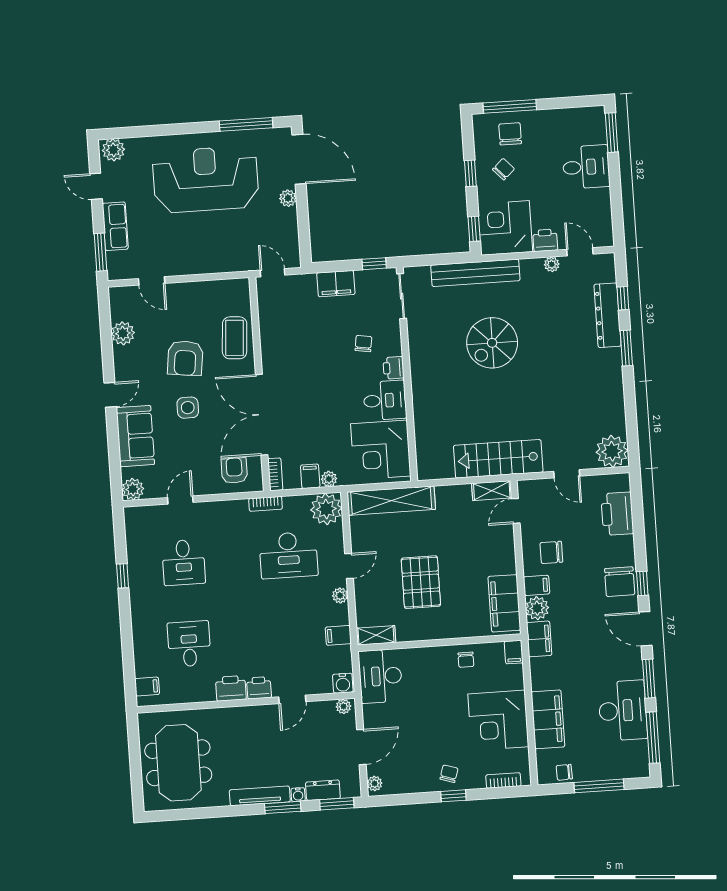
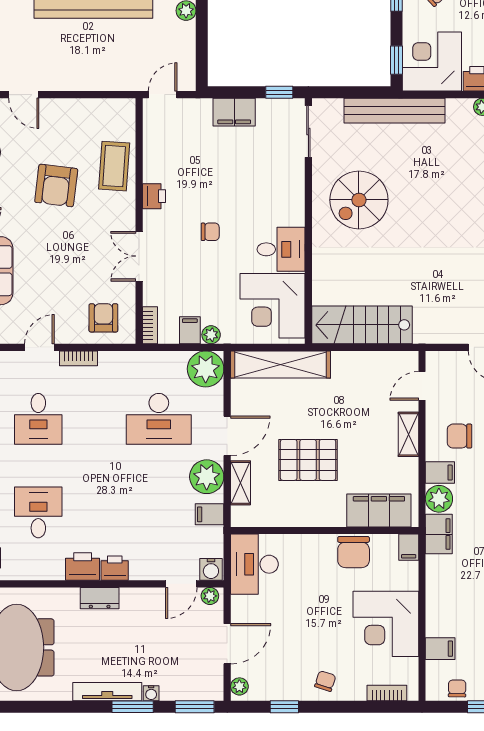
door: (273, 273) -> (163, 95), hinge flipped
chair: (363, 343) -> (210, 232), moved, turned 81
spiral stairs: (492, 343) -> (359, 200), moved
printer: (394, 368) -> (154, 196), moved, turned 180
side table: (188, 408) -> (55, 242), removed
double door: (262, 415) -> (139, 256), width x0.54
stairs: (498, 459) -> (362, 325), moved
shelving: (492, 491) -> (408, 434), moved, turned 90
bookcase: (266, 504) -> (78, 358), moved
door: (349, 566) -> (227, 436), width x1.38
pallet: (421, 582) -> (308, 460), turned 90
plant: (340, 595) -> (207, 477), width x1.88, depth x1.88
filing cabinet: (504, 603) -> (379, 510), moved, turned 90
shelving: (376, 635) -> (241, 483), moved, turned 90
chair: (466, 660) -> (354, 552), width x1.87, depth x1.87
door: (292, 699) -> (181, 584), moved
filing cabinet: (548, 719) -> (440, 649), width x0.33, depth x0.86
chair: (564, 772) -> (457, 688), turned 93
dresser: (323, 790) -> (100, 598), moved, turned 180
window: (453, 796) -> (284, 707), moved

